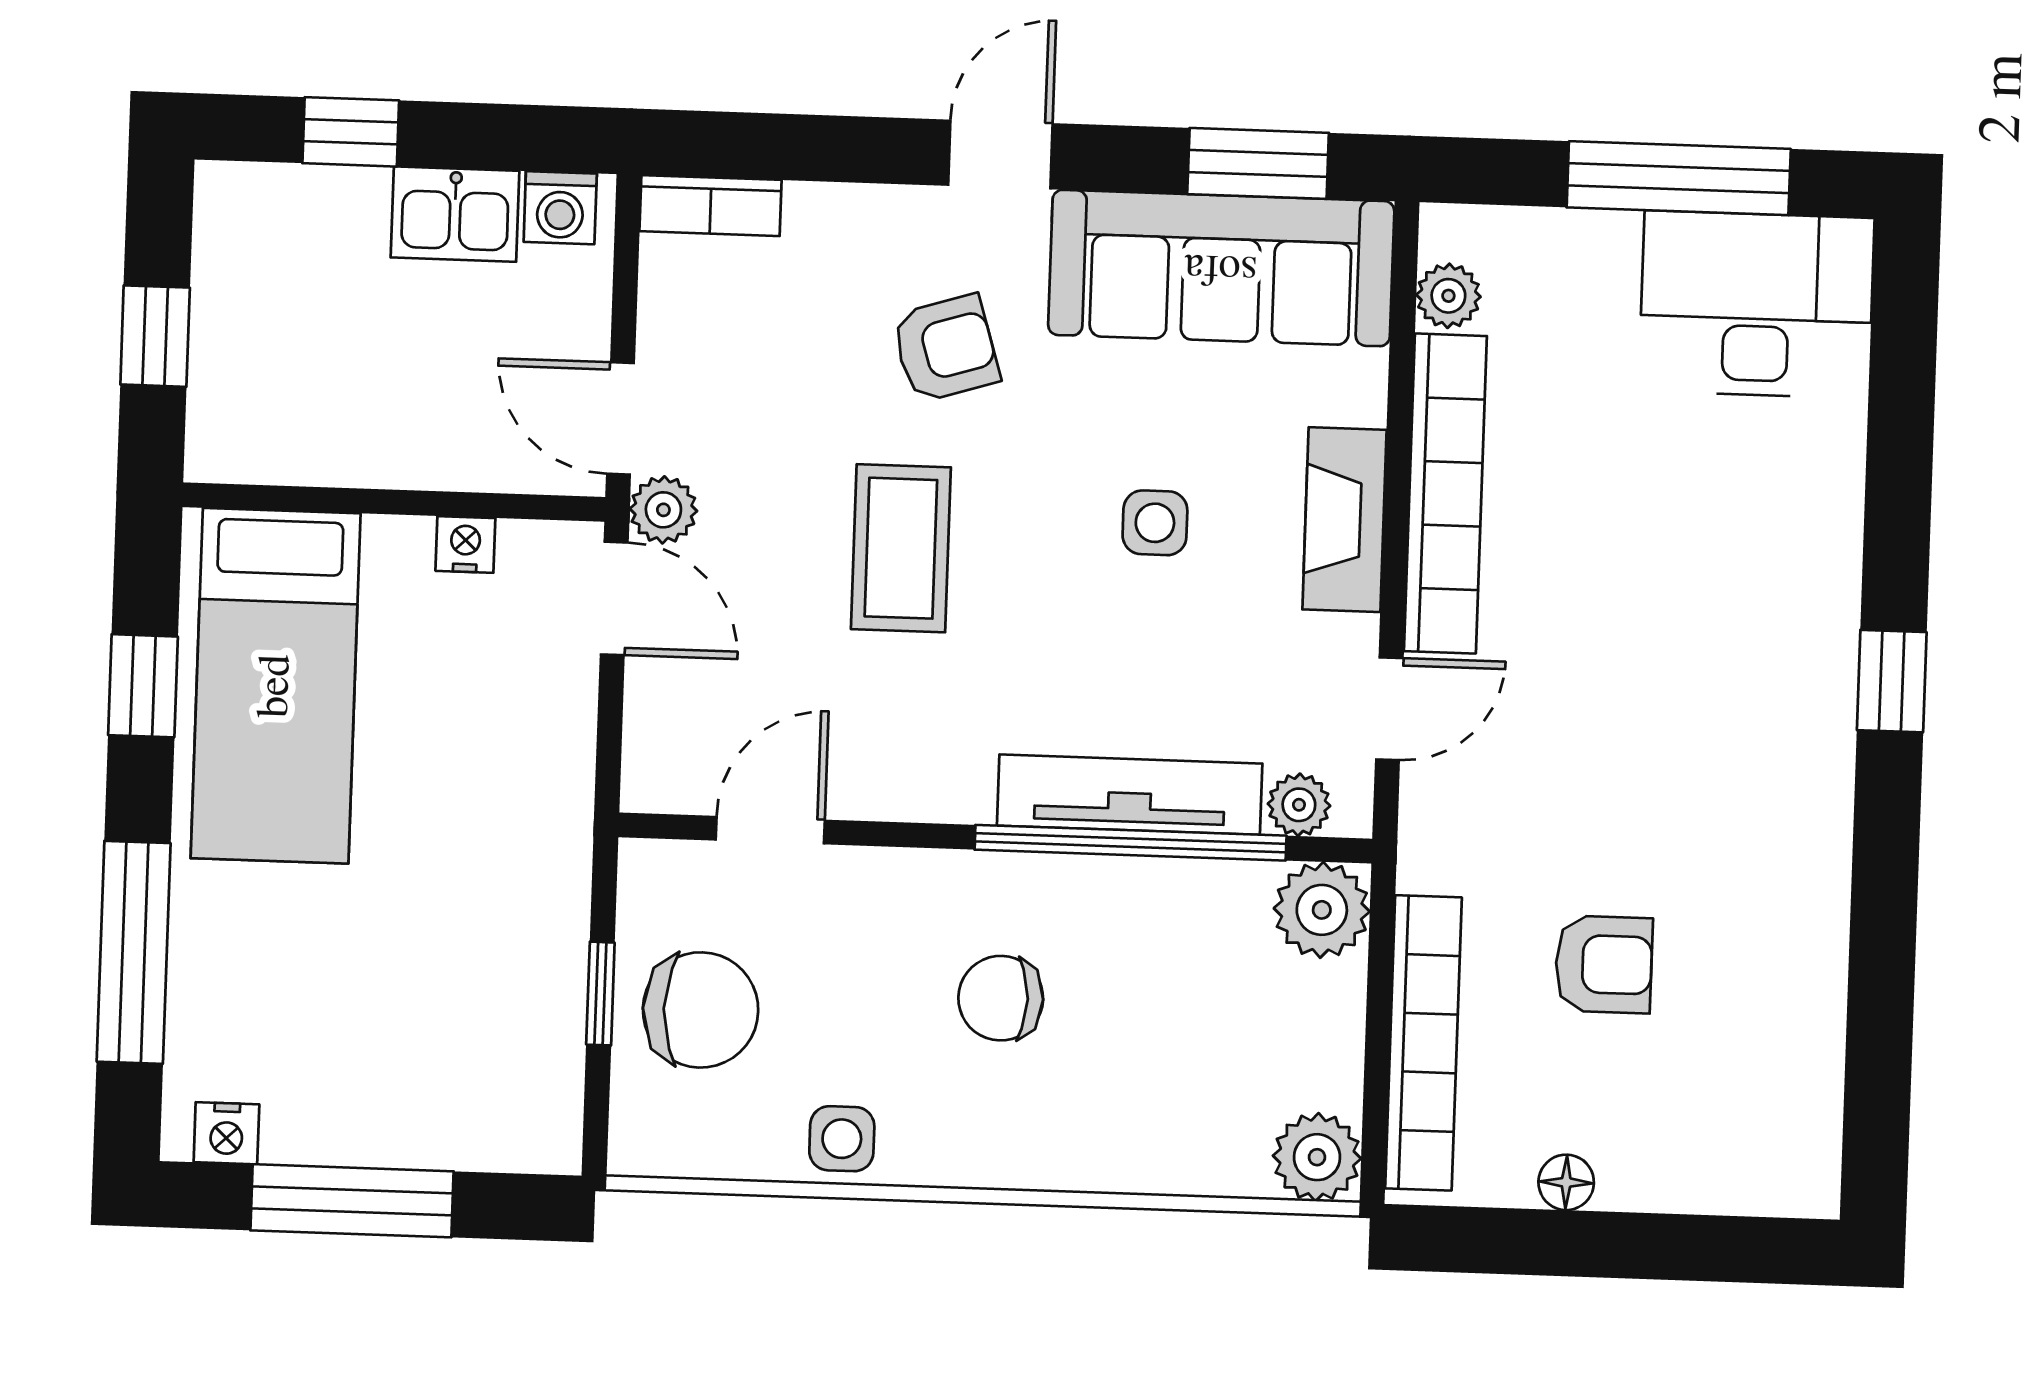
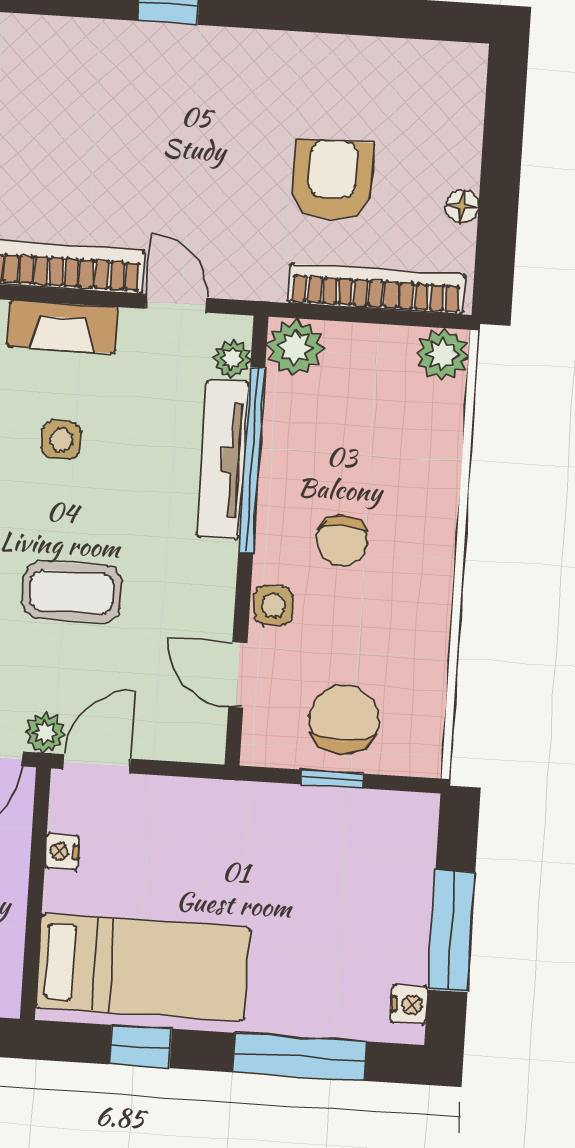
armchair: (1604, 964) -> (333, 180), width x1.38, depth x1.38
side table: (842, 1139) -> (273, 605), moved

